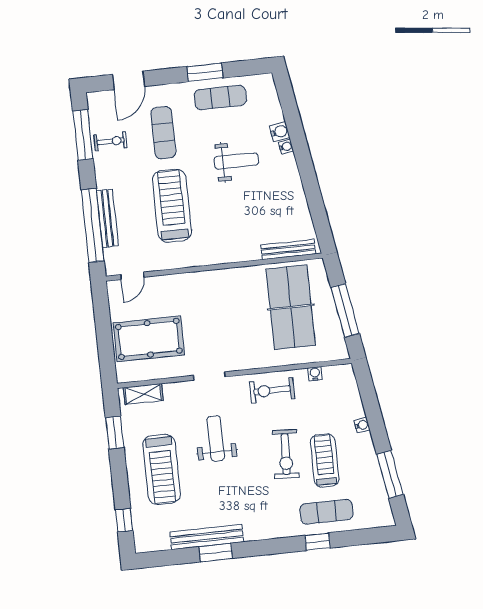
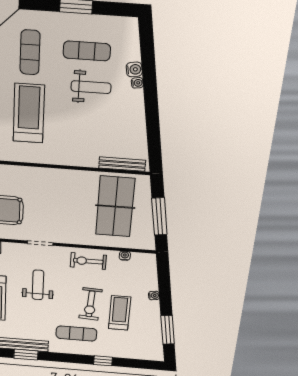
exercise mat: (220, 97) -> (87, 51), moved
exercise mat: (326, 512) -> (76, 333), moved

